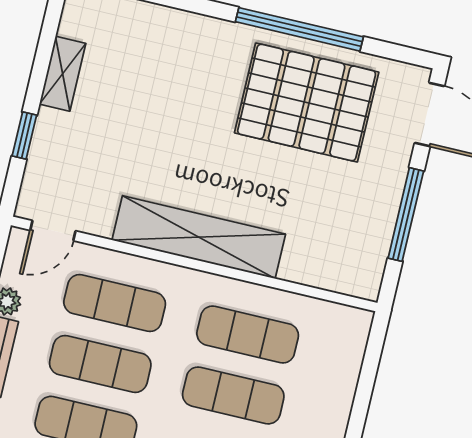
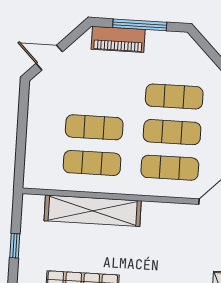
window: (406, 215) -> (15, 246), width x0.46
shelving: (199, 237) -> (93, 211), moved

